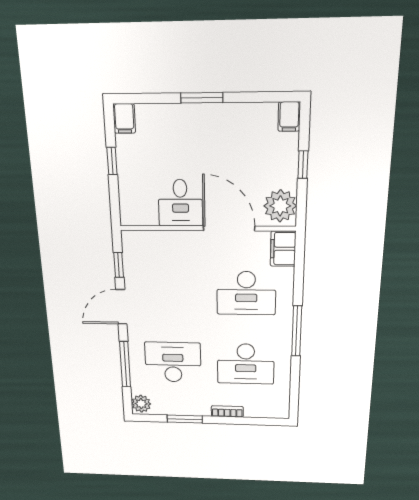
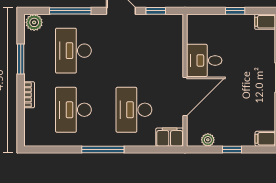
plant: (280, 206) -> (208, 140), width x0.53, depth x0.53
desk: (173, 362) -> (73, 51), turned 180

